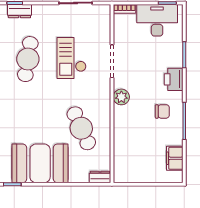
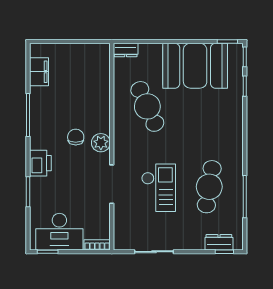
chair: (162, 111) -> (76, 137), moved, turned 90

